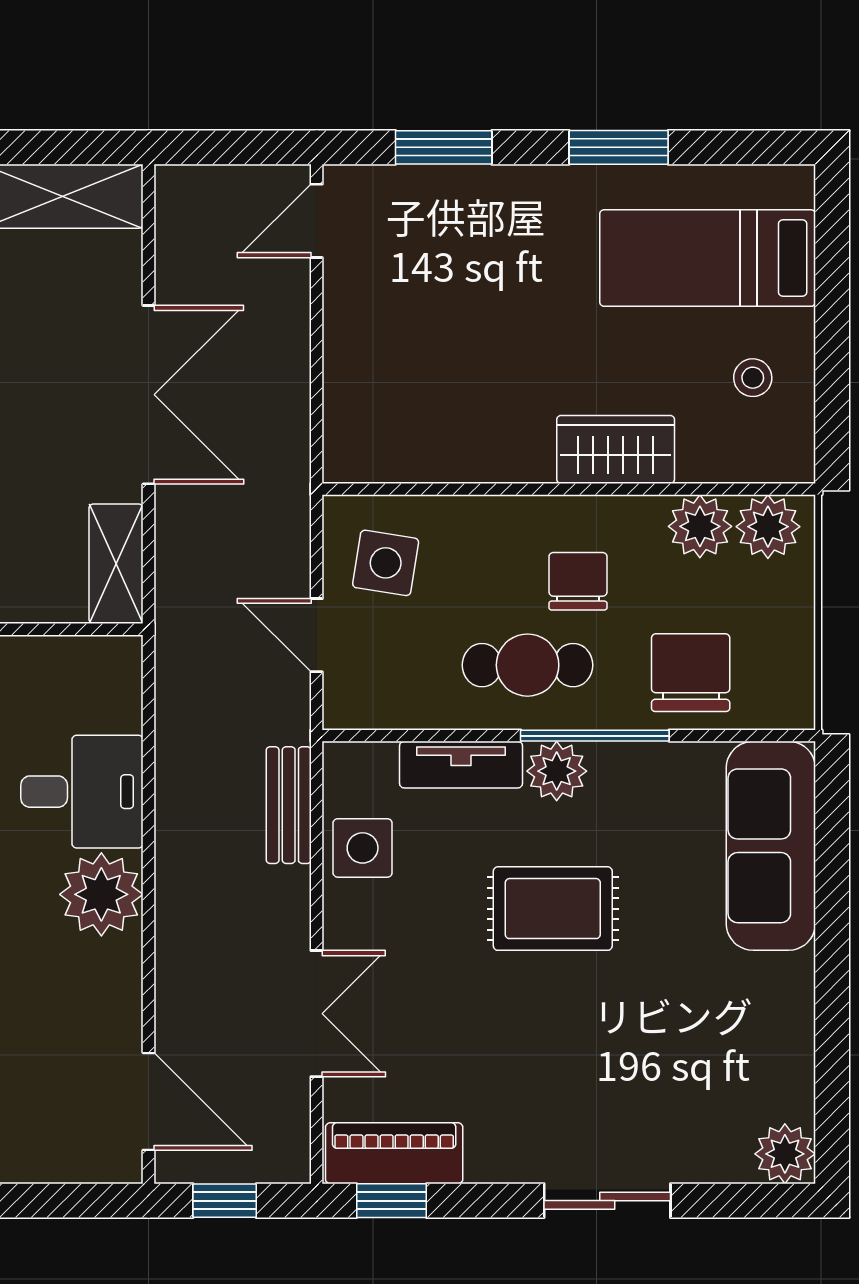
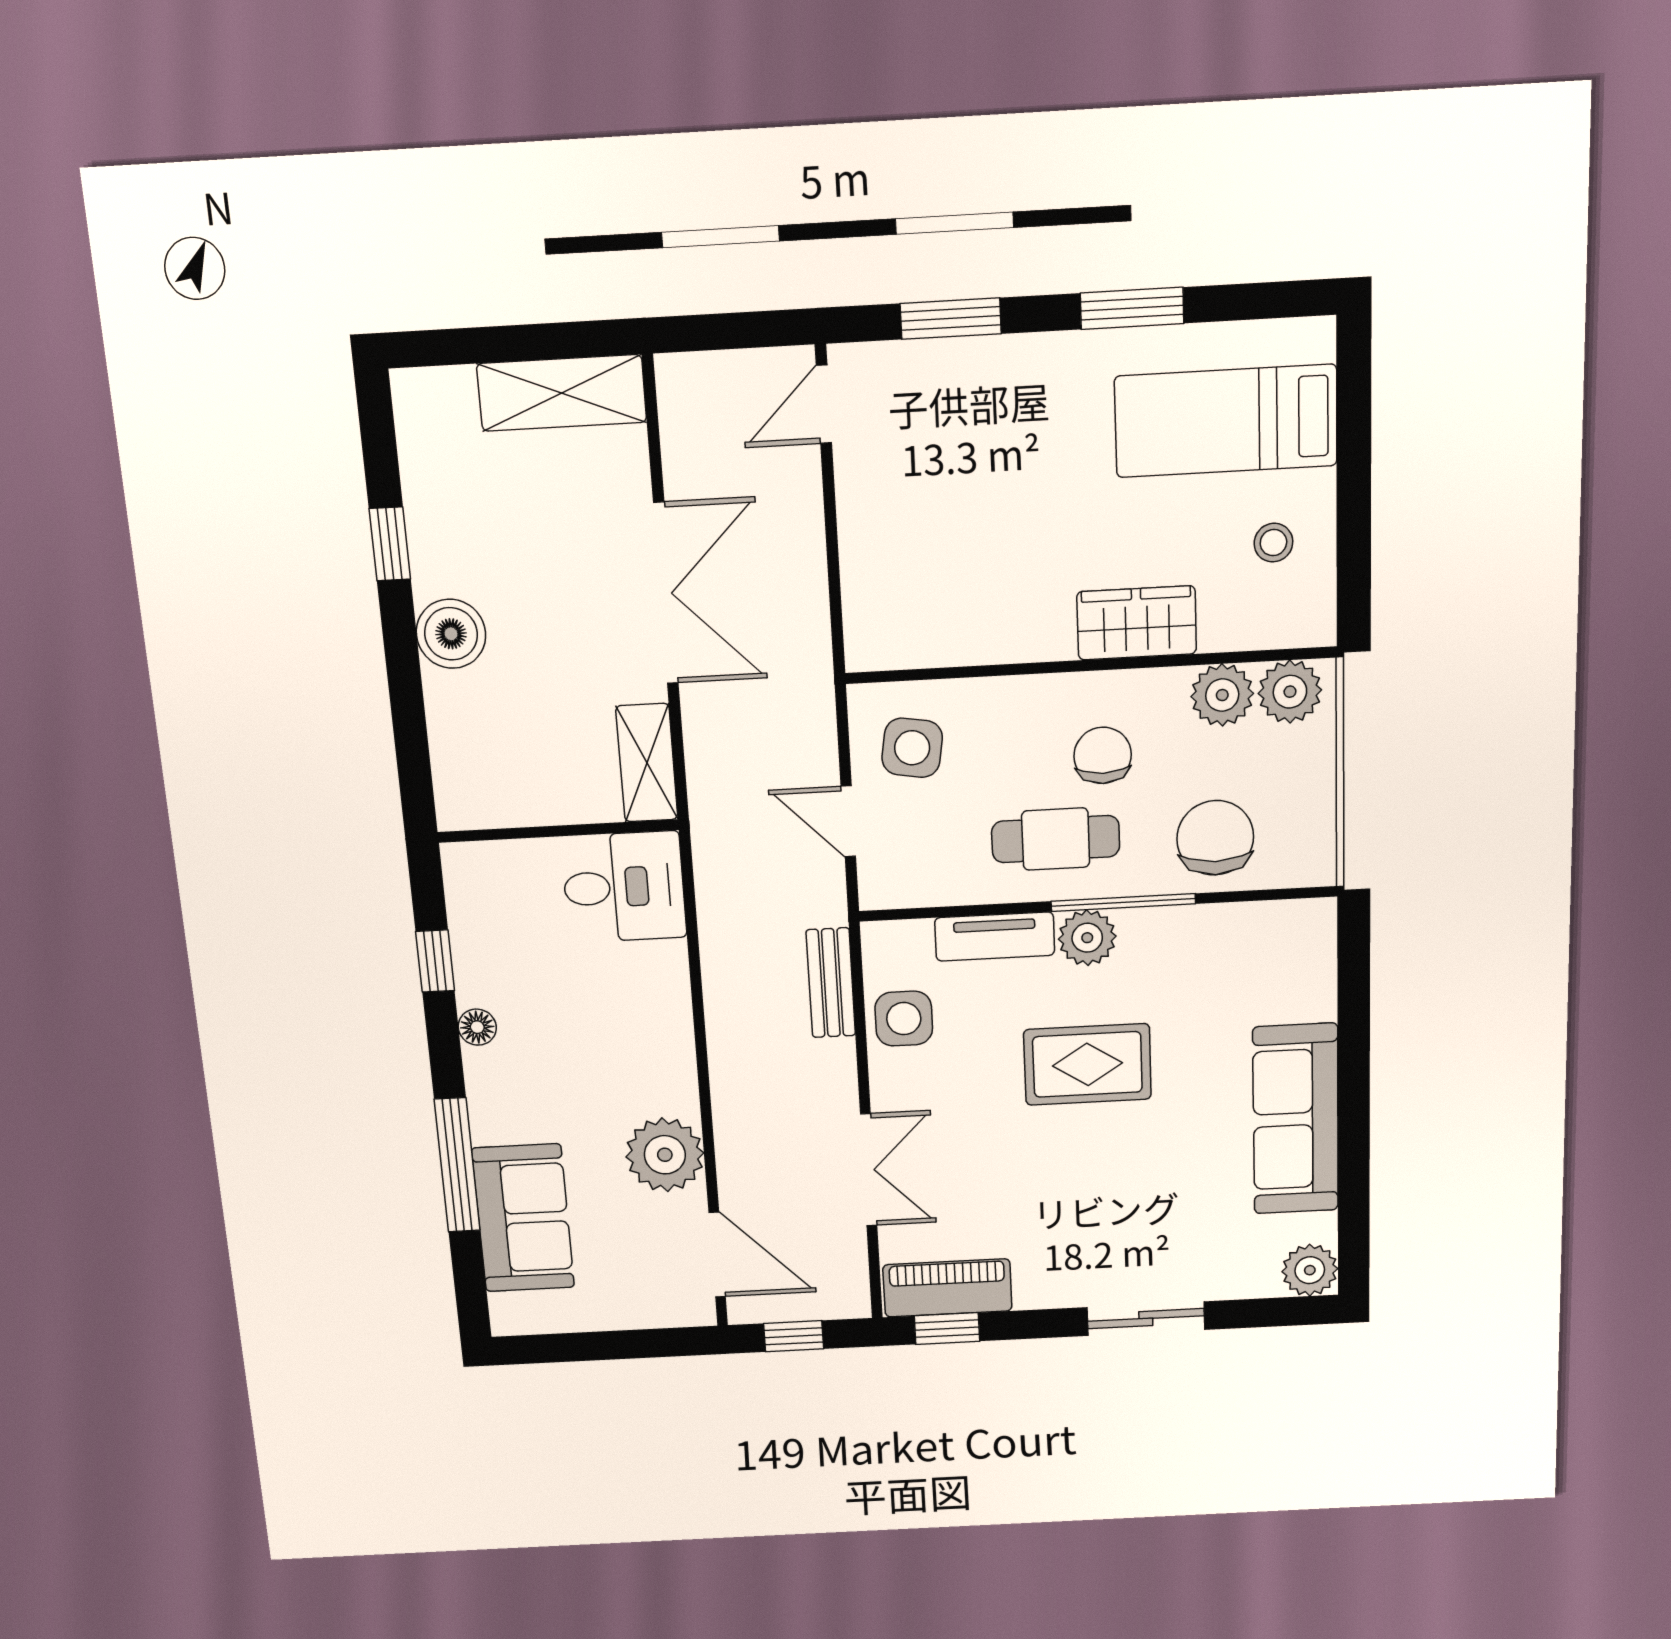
desk: (82, 792) -> (624, 887), moved
sofa: (771, 846) -> (1296, 1119), moved
plant: (101, 894) -> (665, 1155), moved

